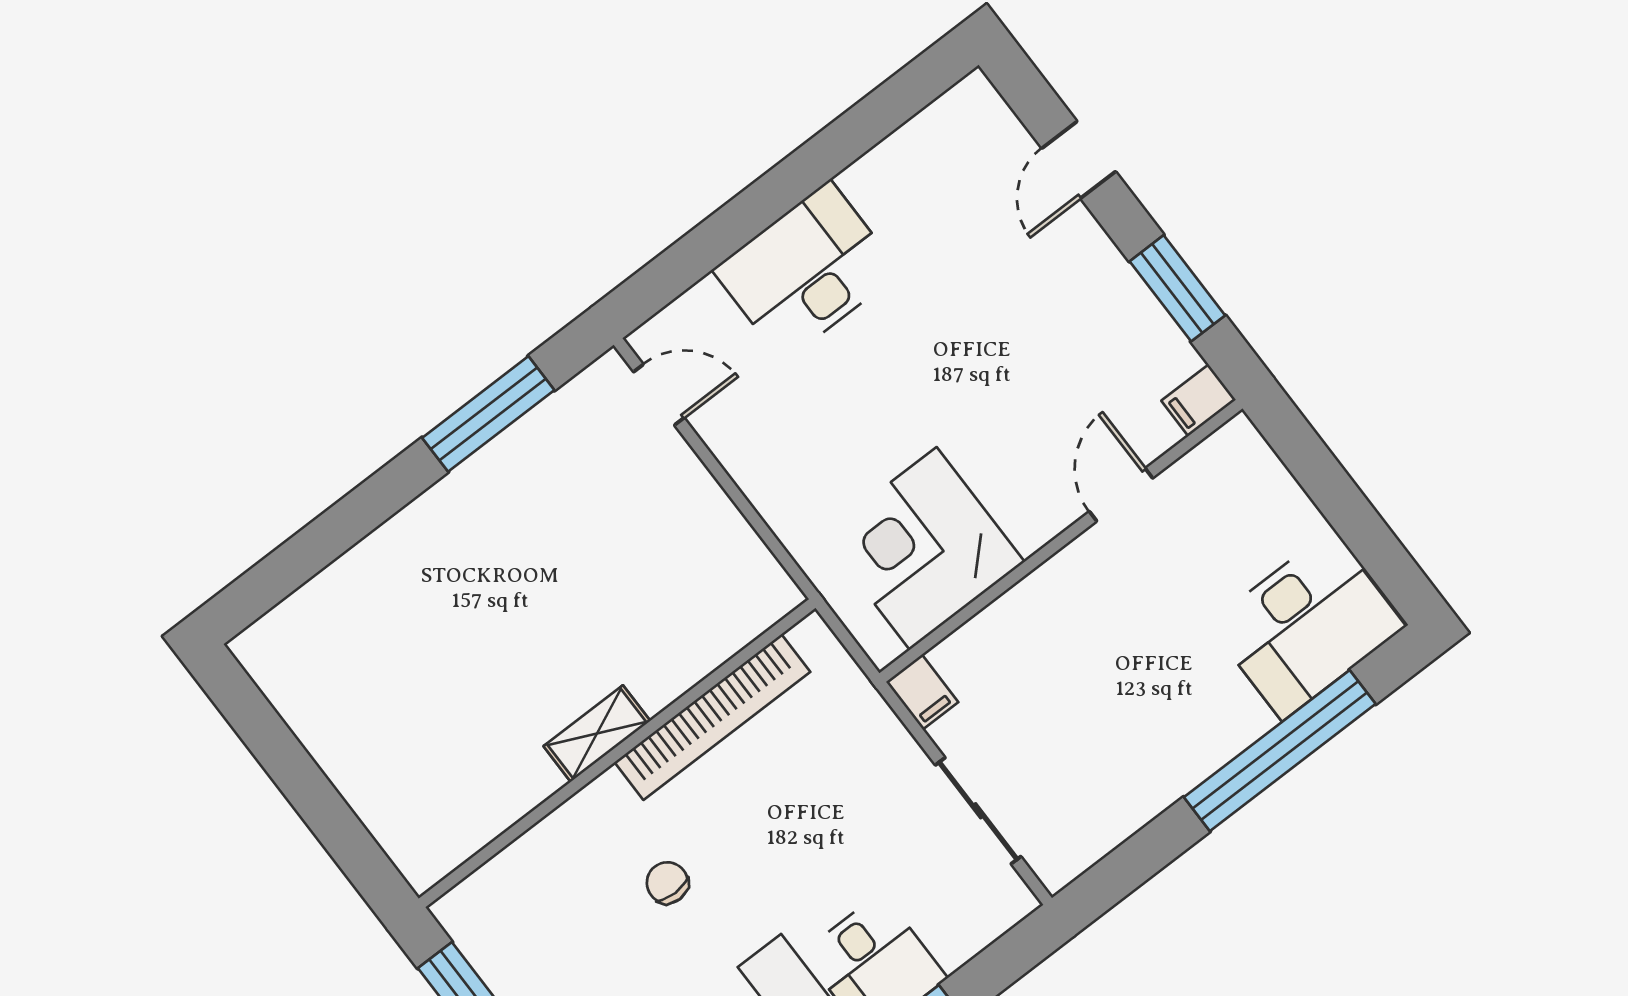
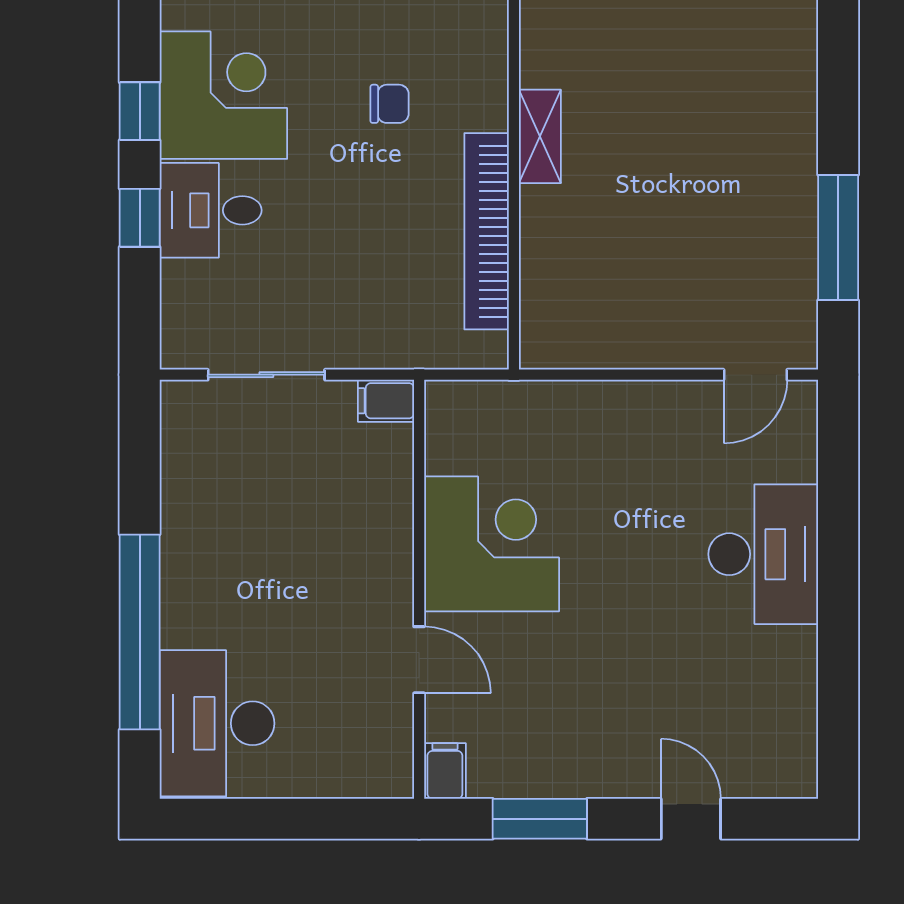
corner desk: (923, 548) -> (492, 544), moved

